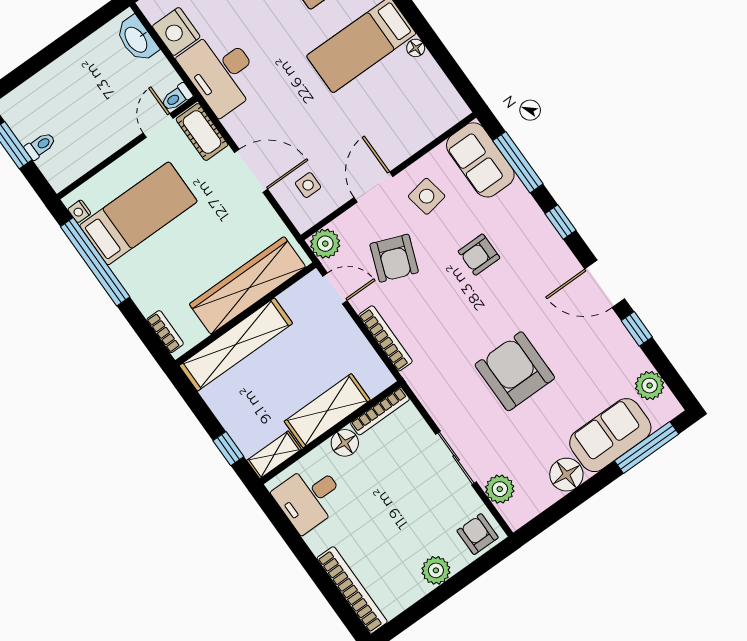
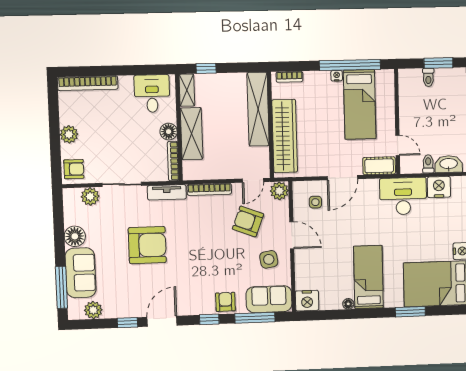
toilet: (177, 97) -> (428, 164), moved
nightstand: (448, 107) -> (307, 301), added
nightstand: (79, 211) -> (337, 76), moved
armchair: (479, 255) -> (225, 302), moved
tv unit: (427, 392) -> (167, 192), added

